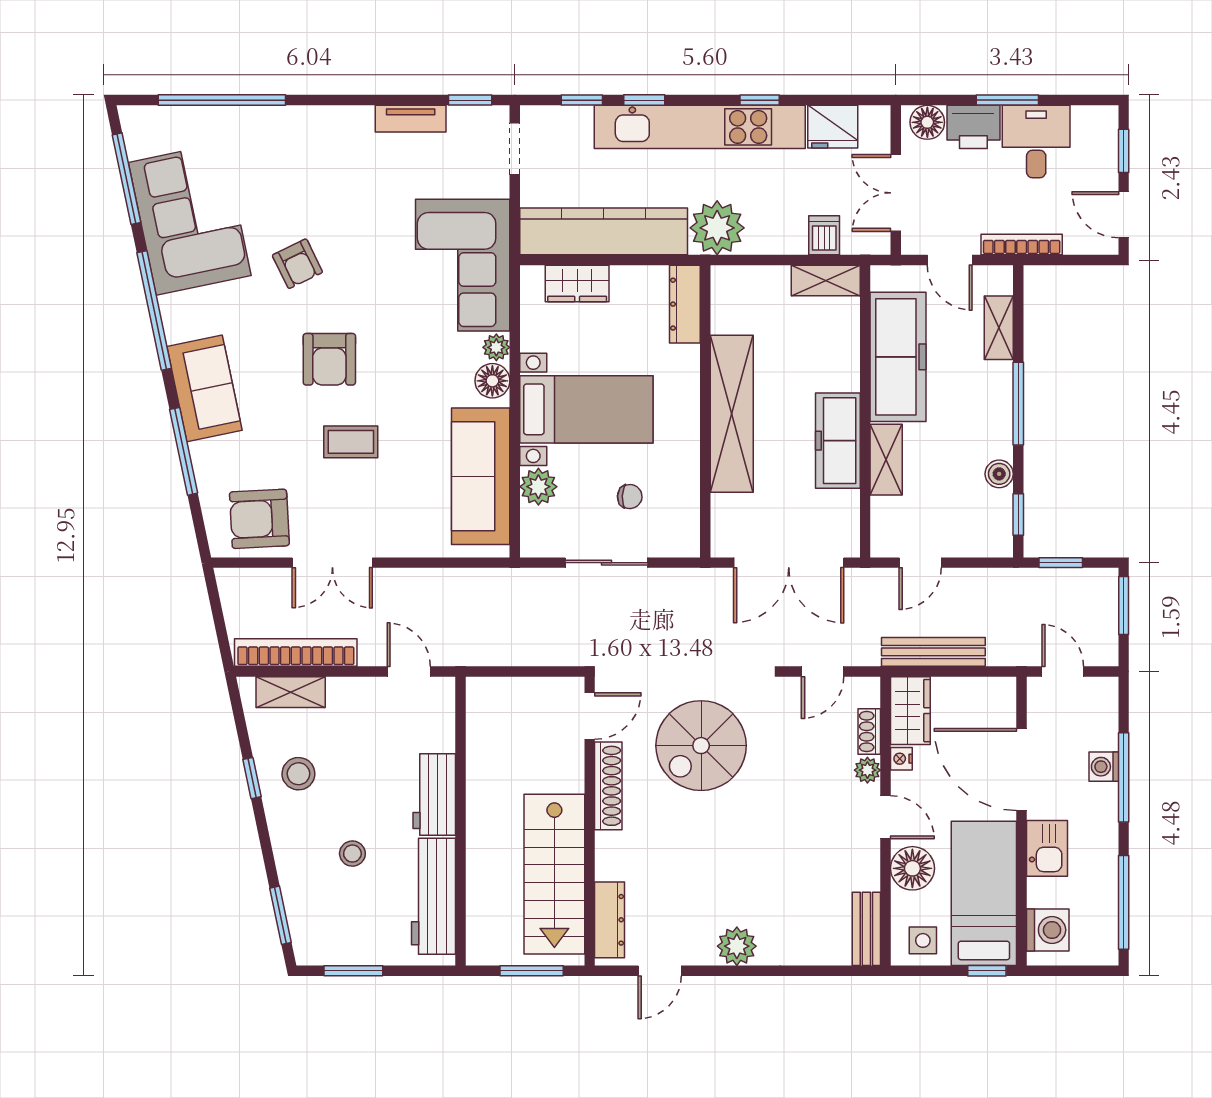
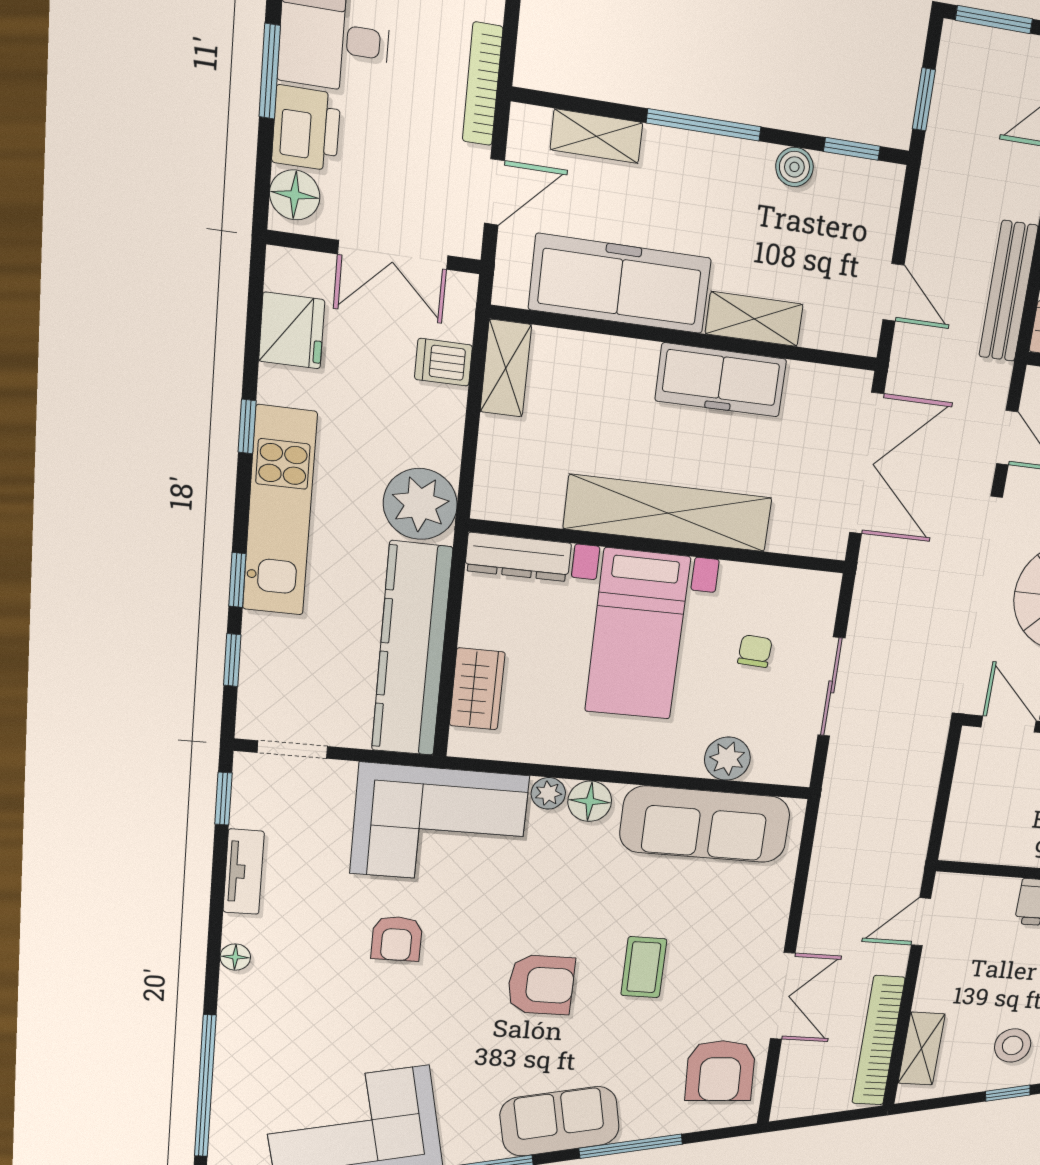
floor lamp: (337, 117) -> (235, 957), added
kitchen unit: (700, 127) -> (280, 511), width x0.73
armchair: (297, 264) -> (397, 939), moved, turned 116
bed with nightstands: (586, 409) -> (637, 634), moved, turned 180

